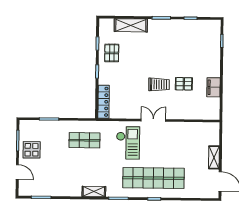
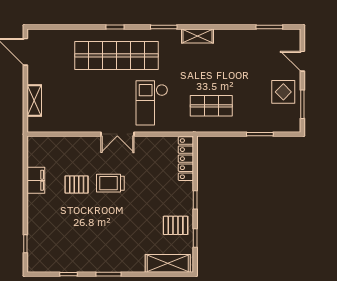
shelving: (131, 25) -> (168, 263), moved
pallet: (112, 53) -> (176, 225), turned 90
shelving: (214, 157) -> (34, 101), moved

